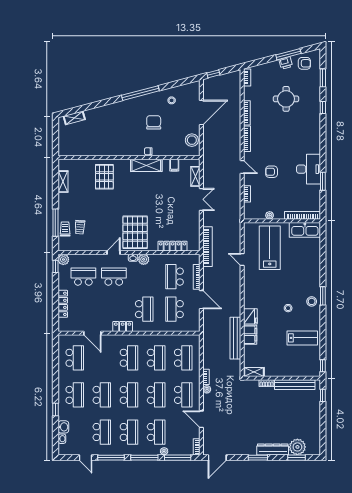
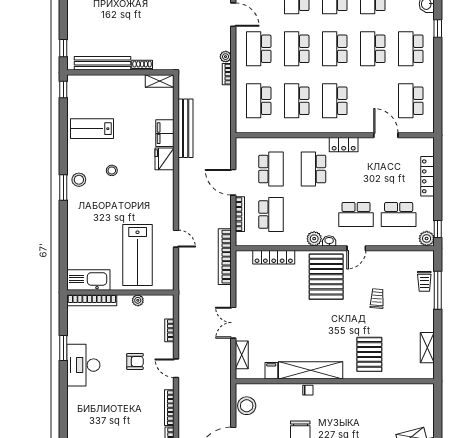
shelving: (146, 165) -> (311, 370), width x1.47
trolley: (80, 227) -> (377, 299), moved

